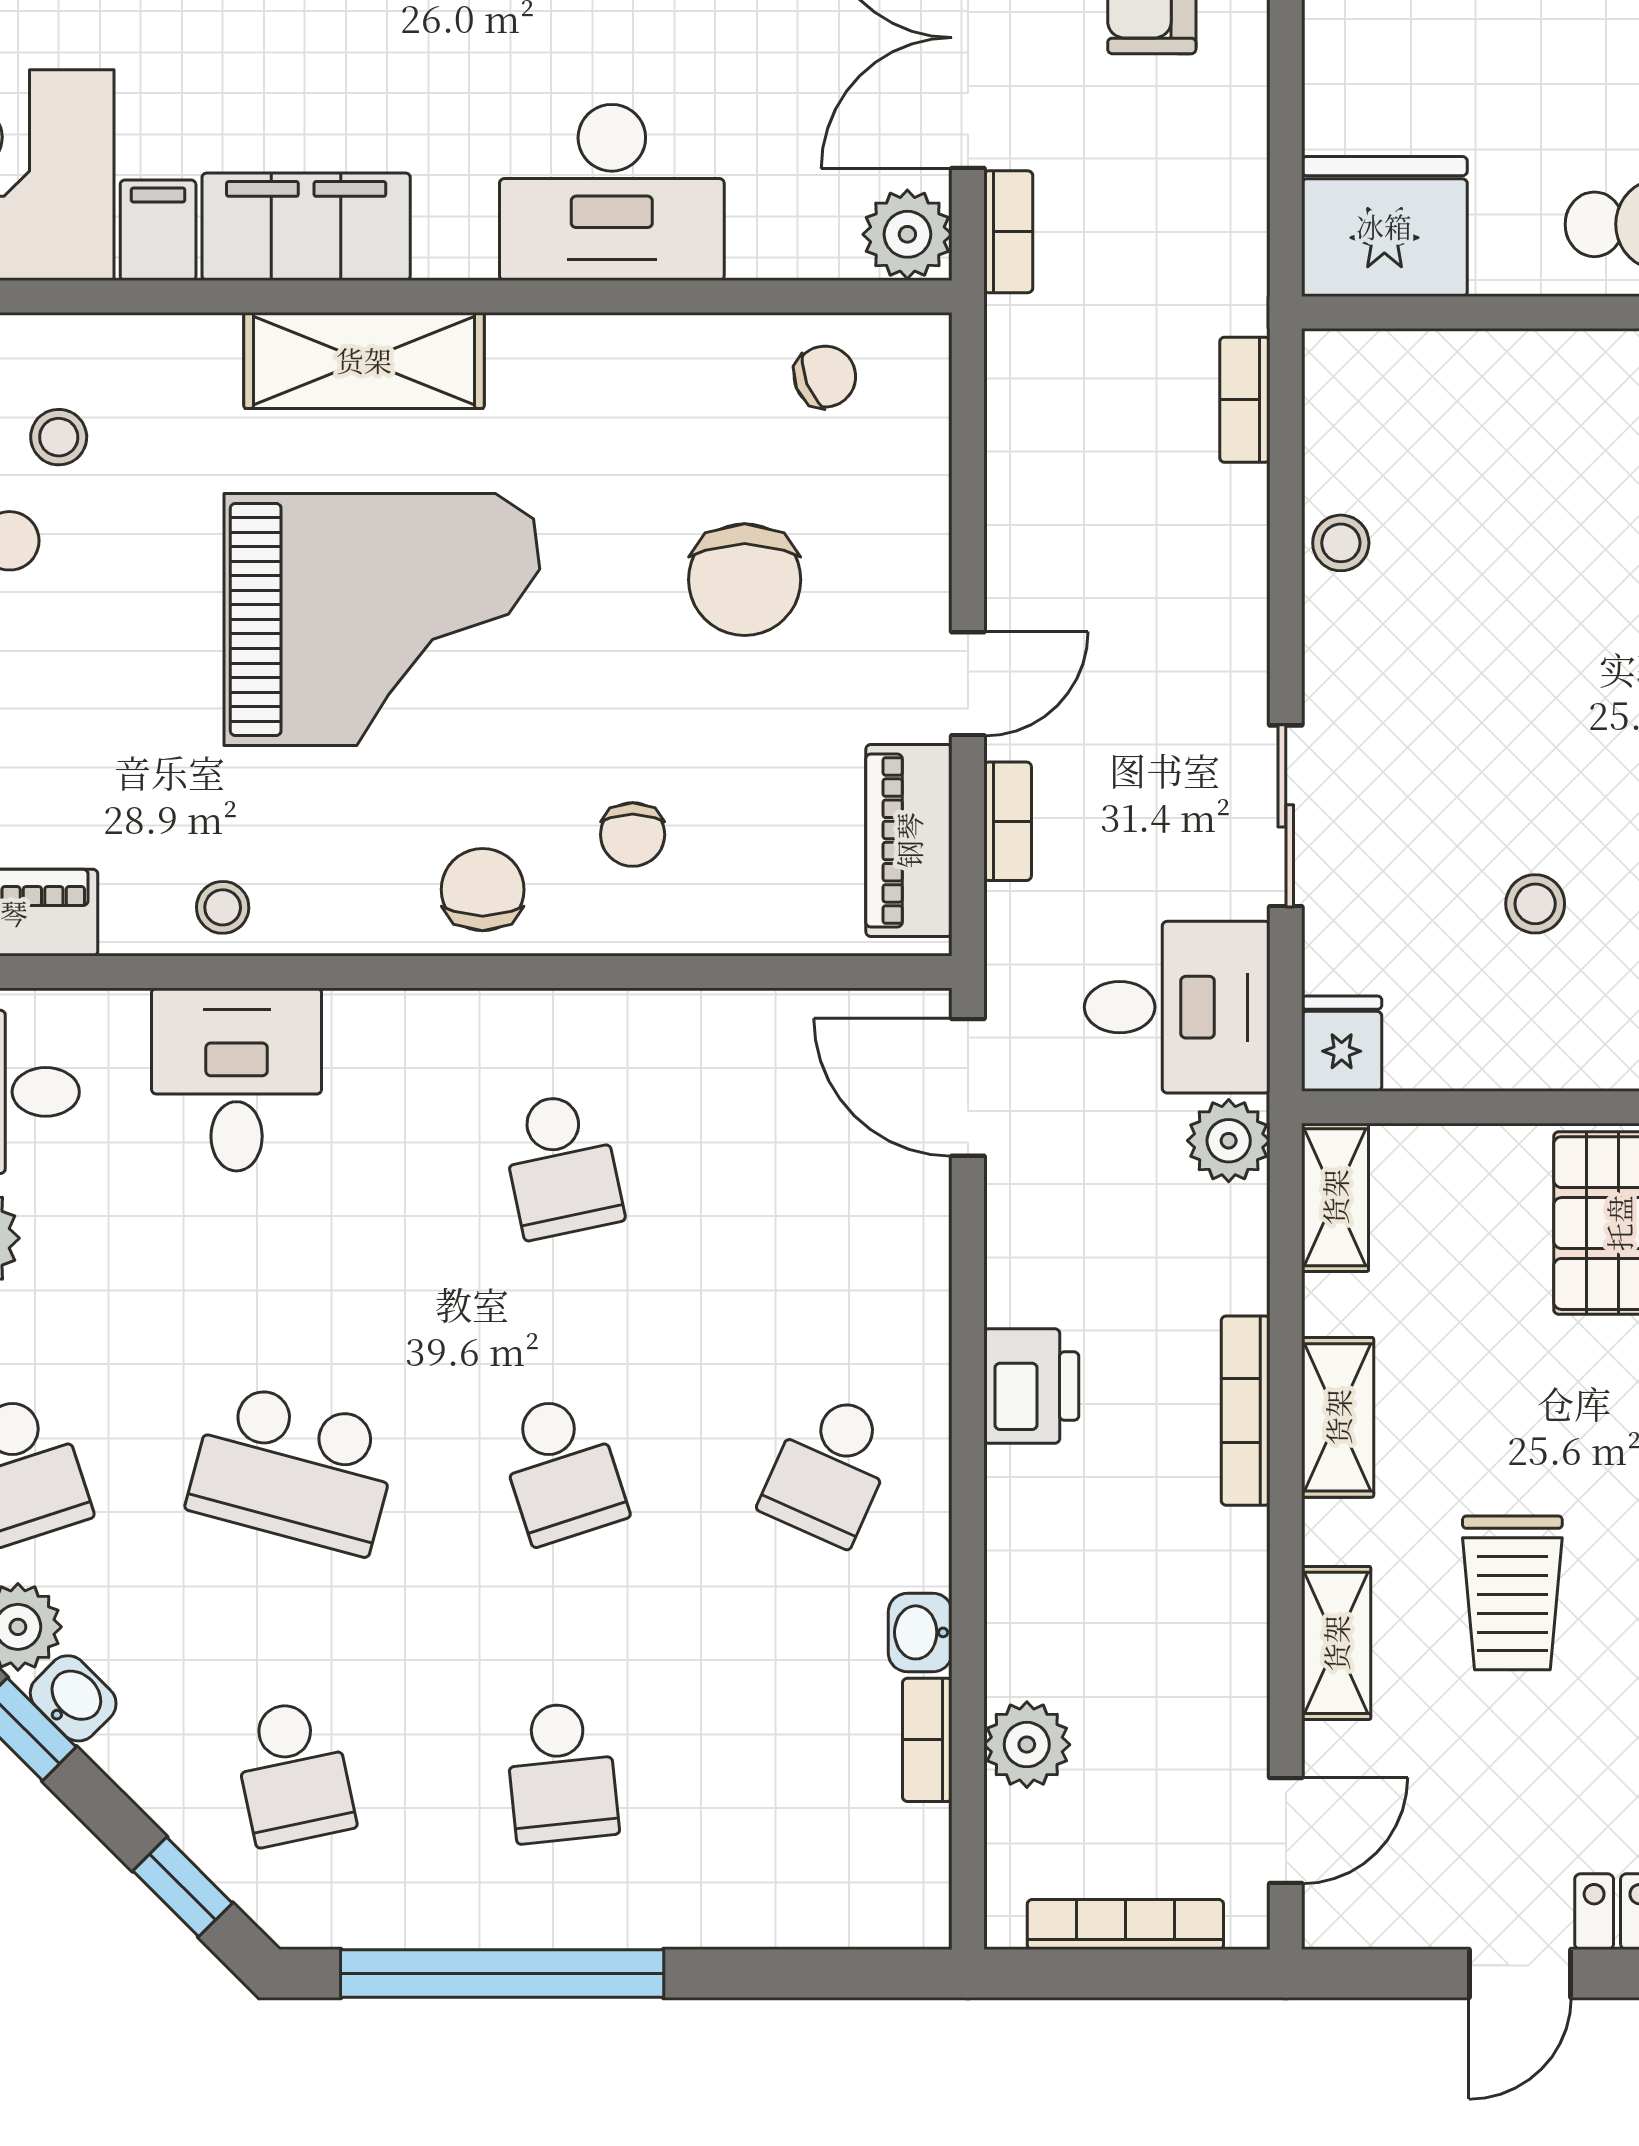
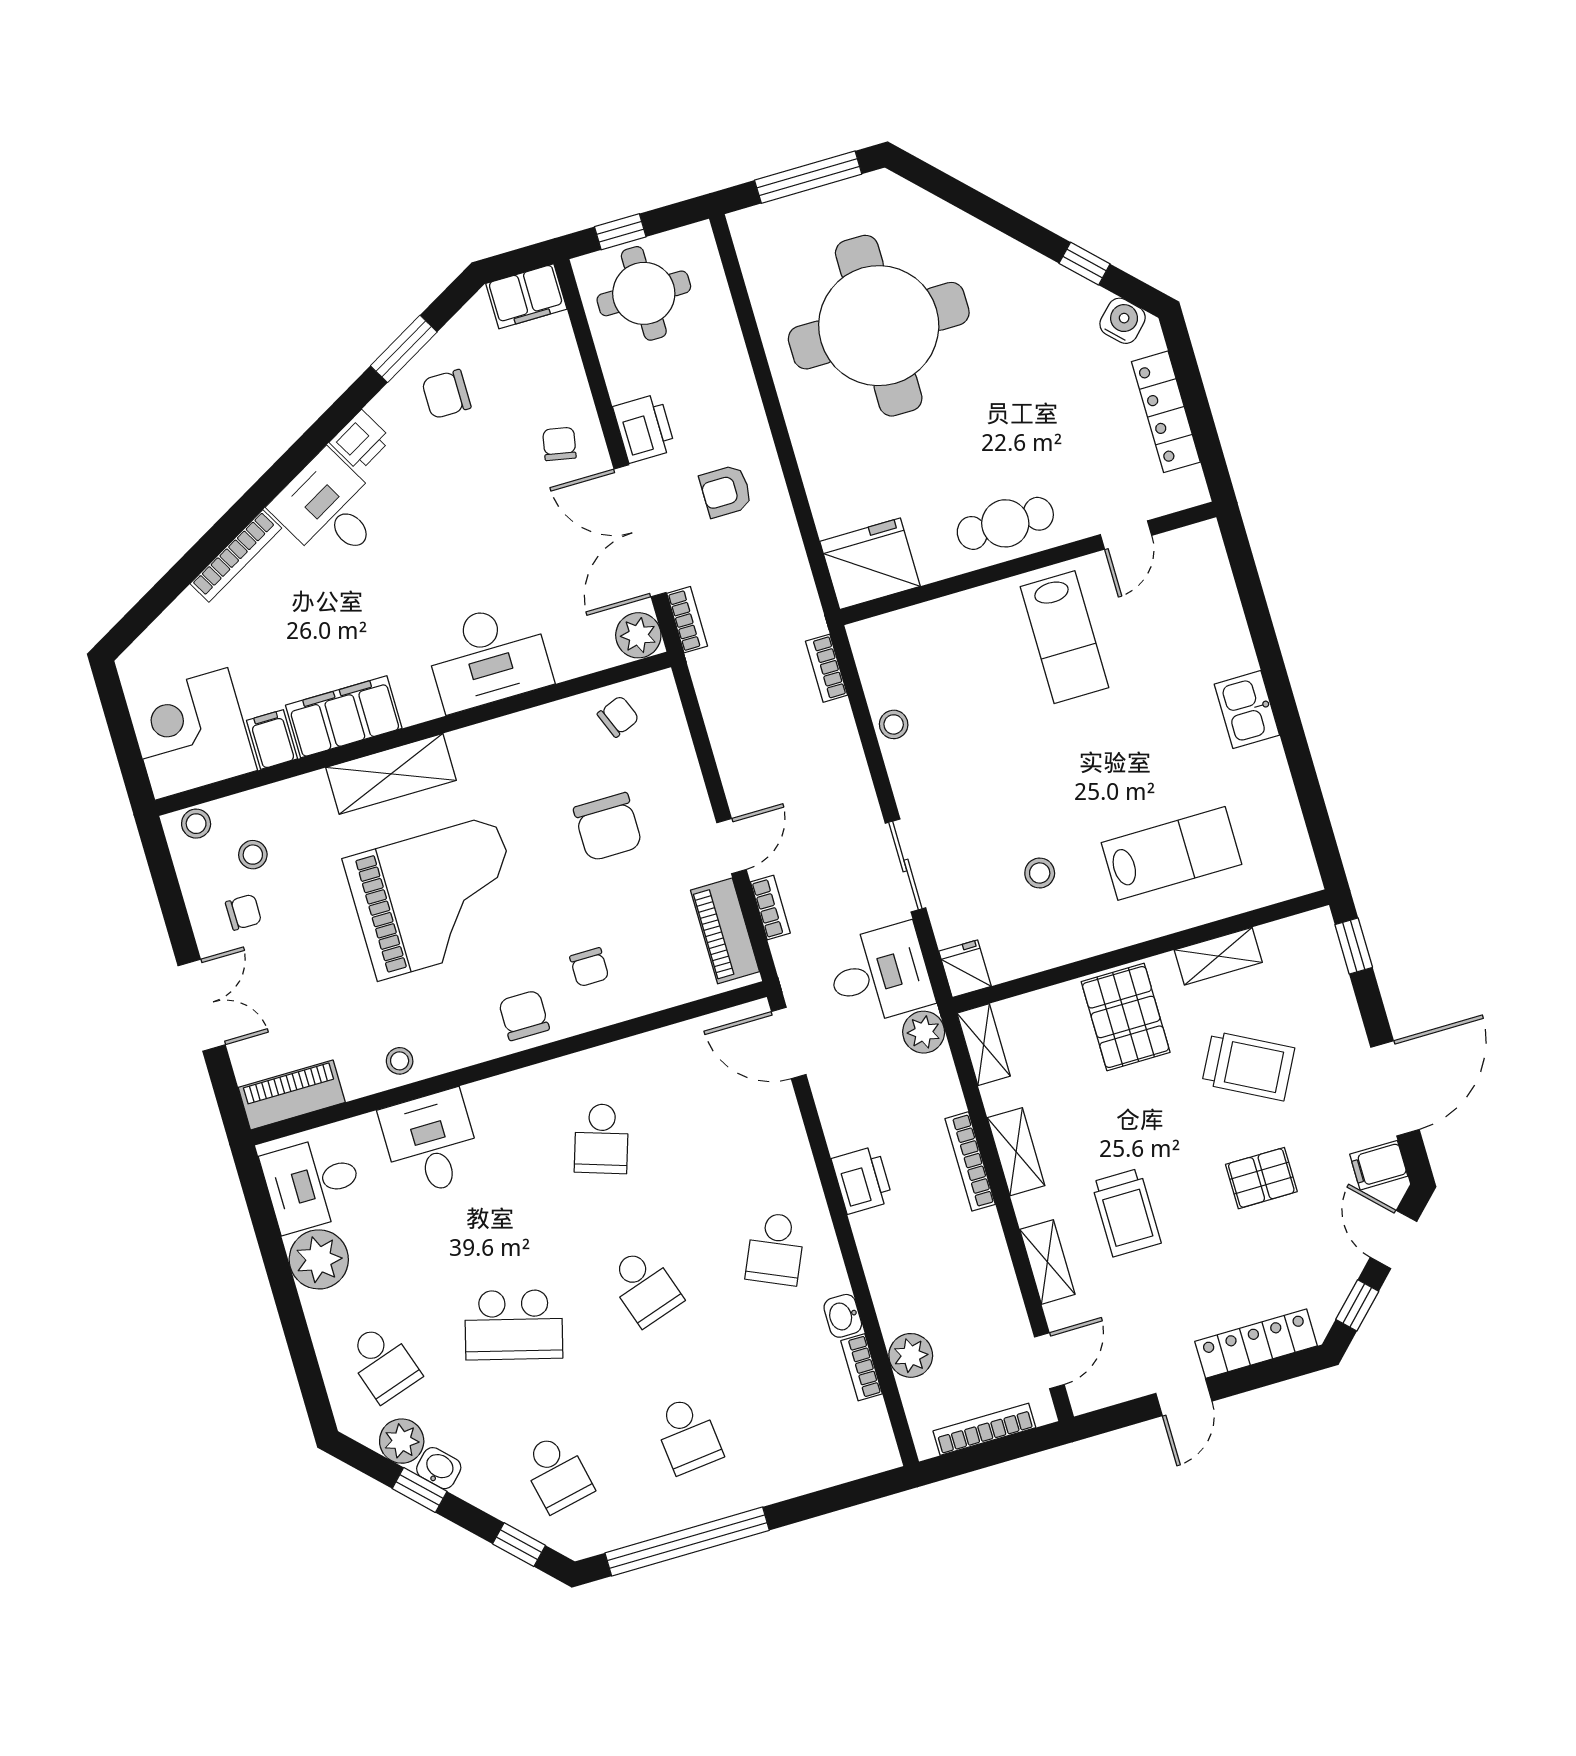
school desk: (561, 1165) -> (601, 1139), turned 30

